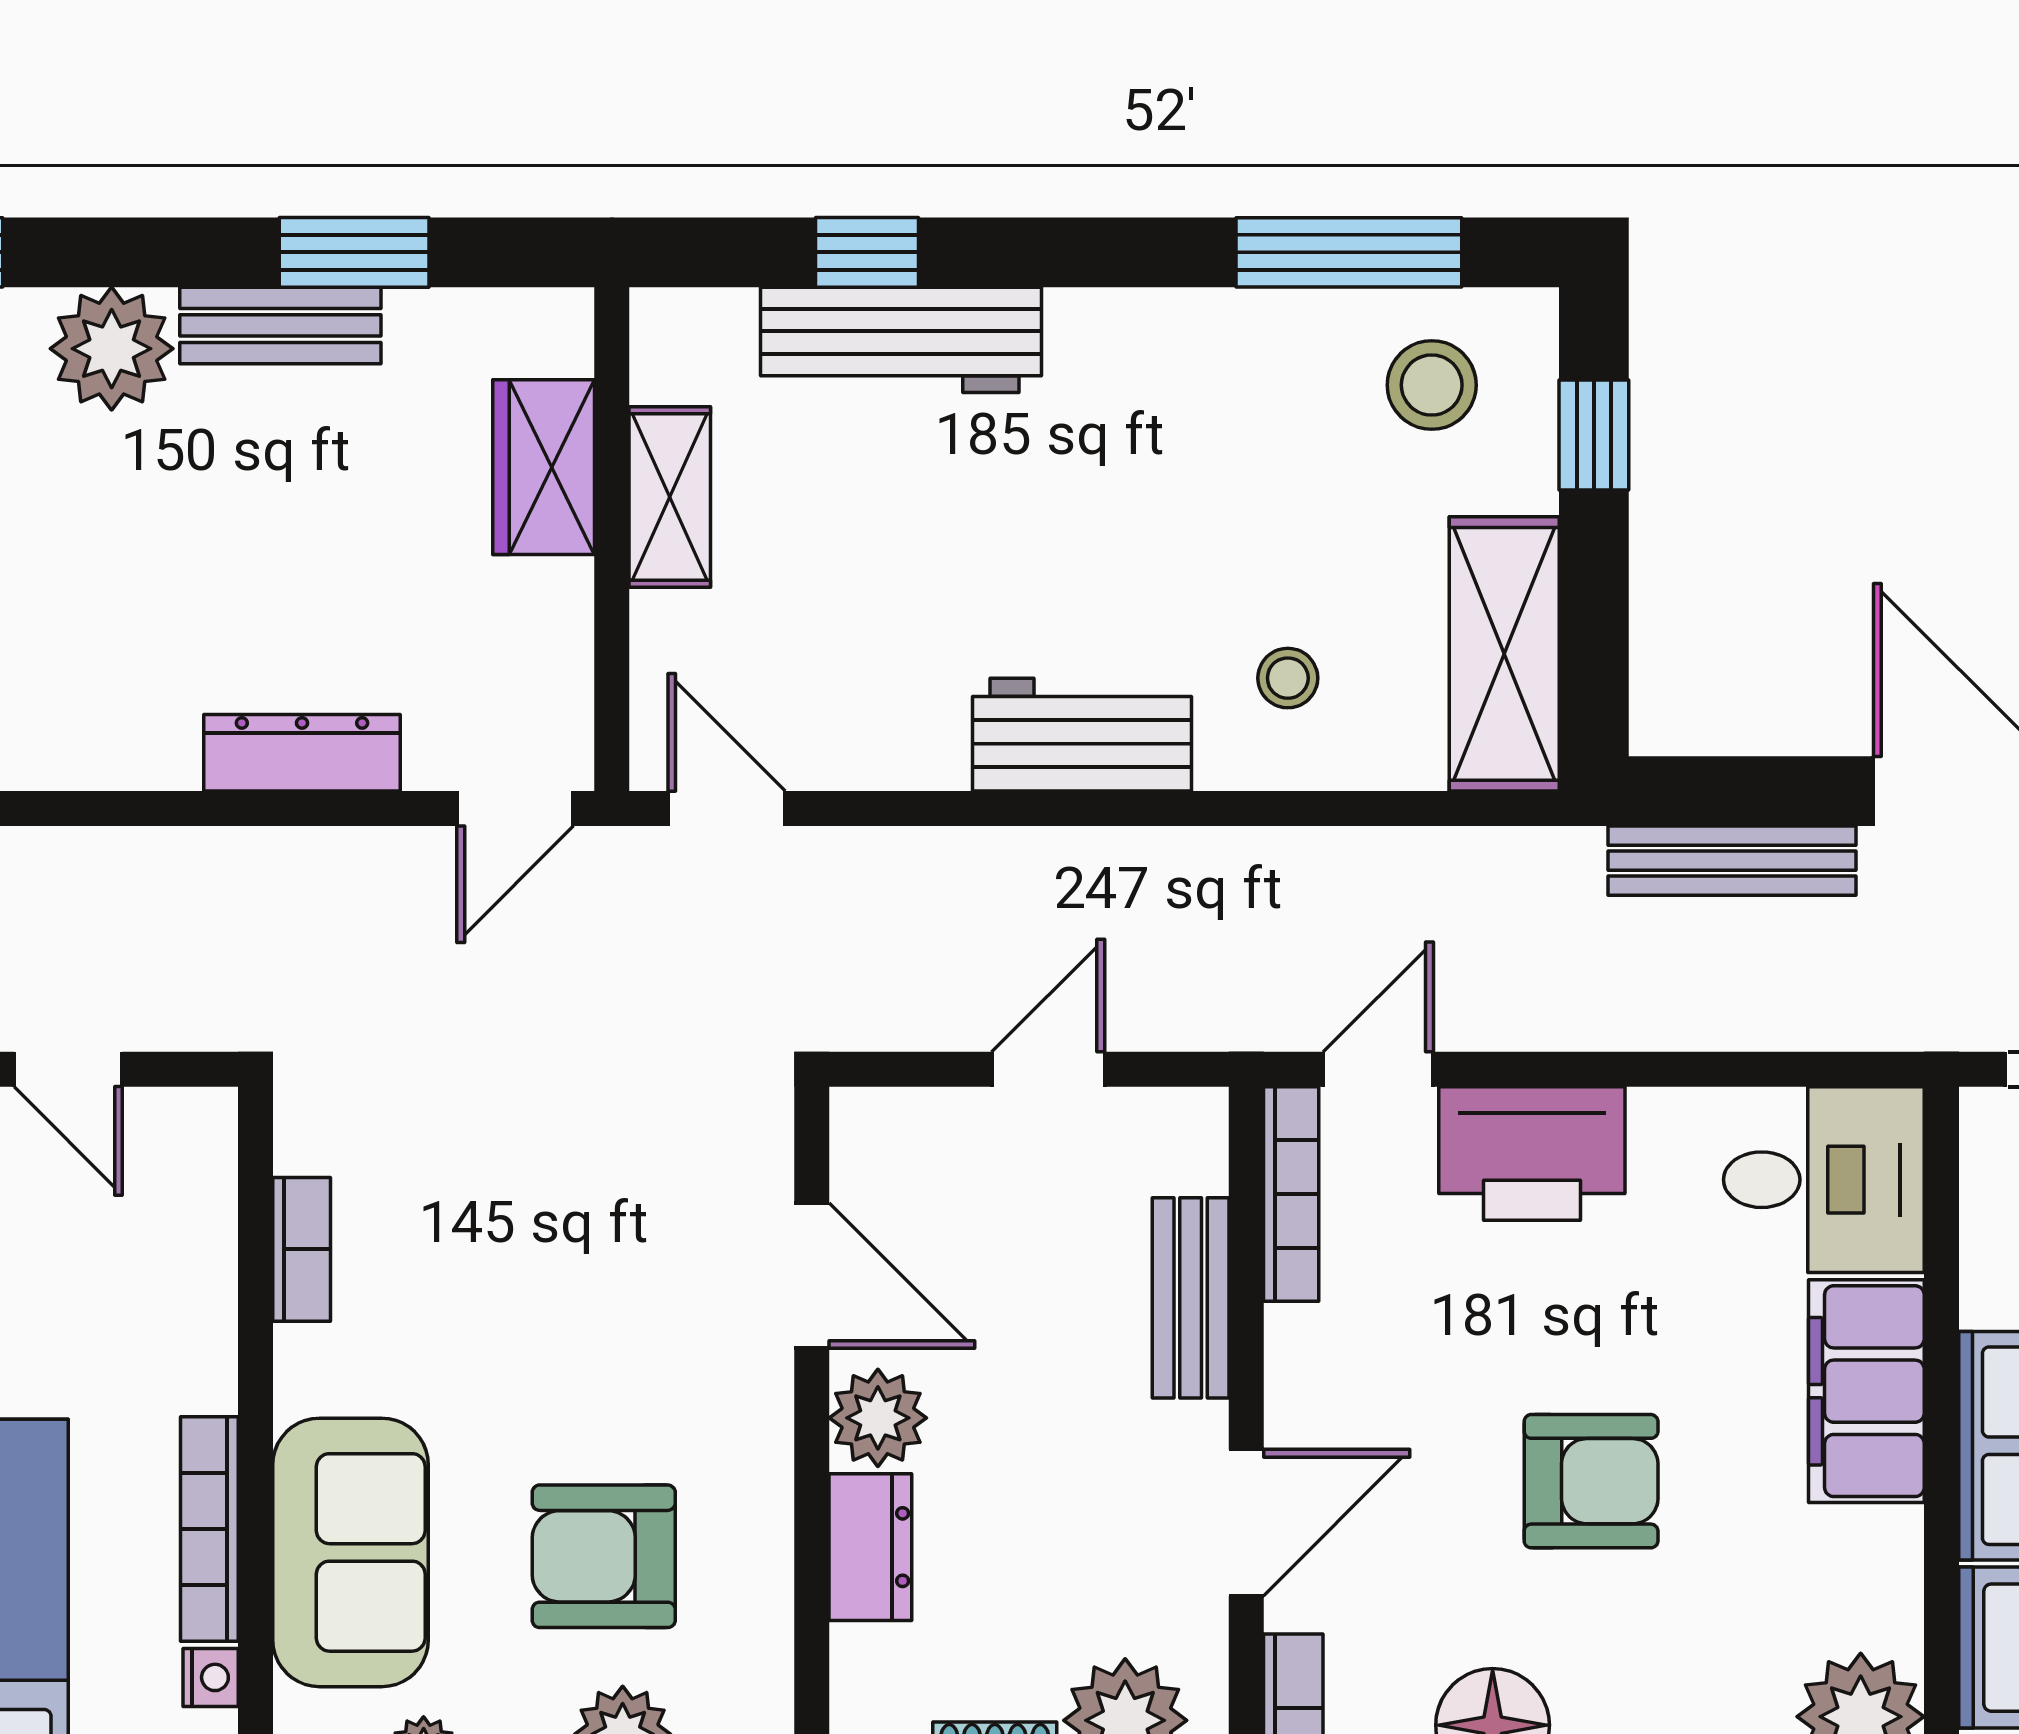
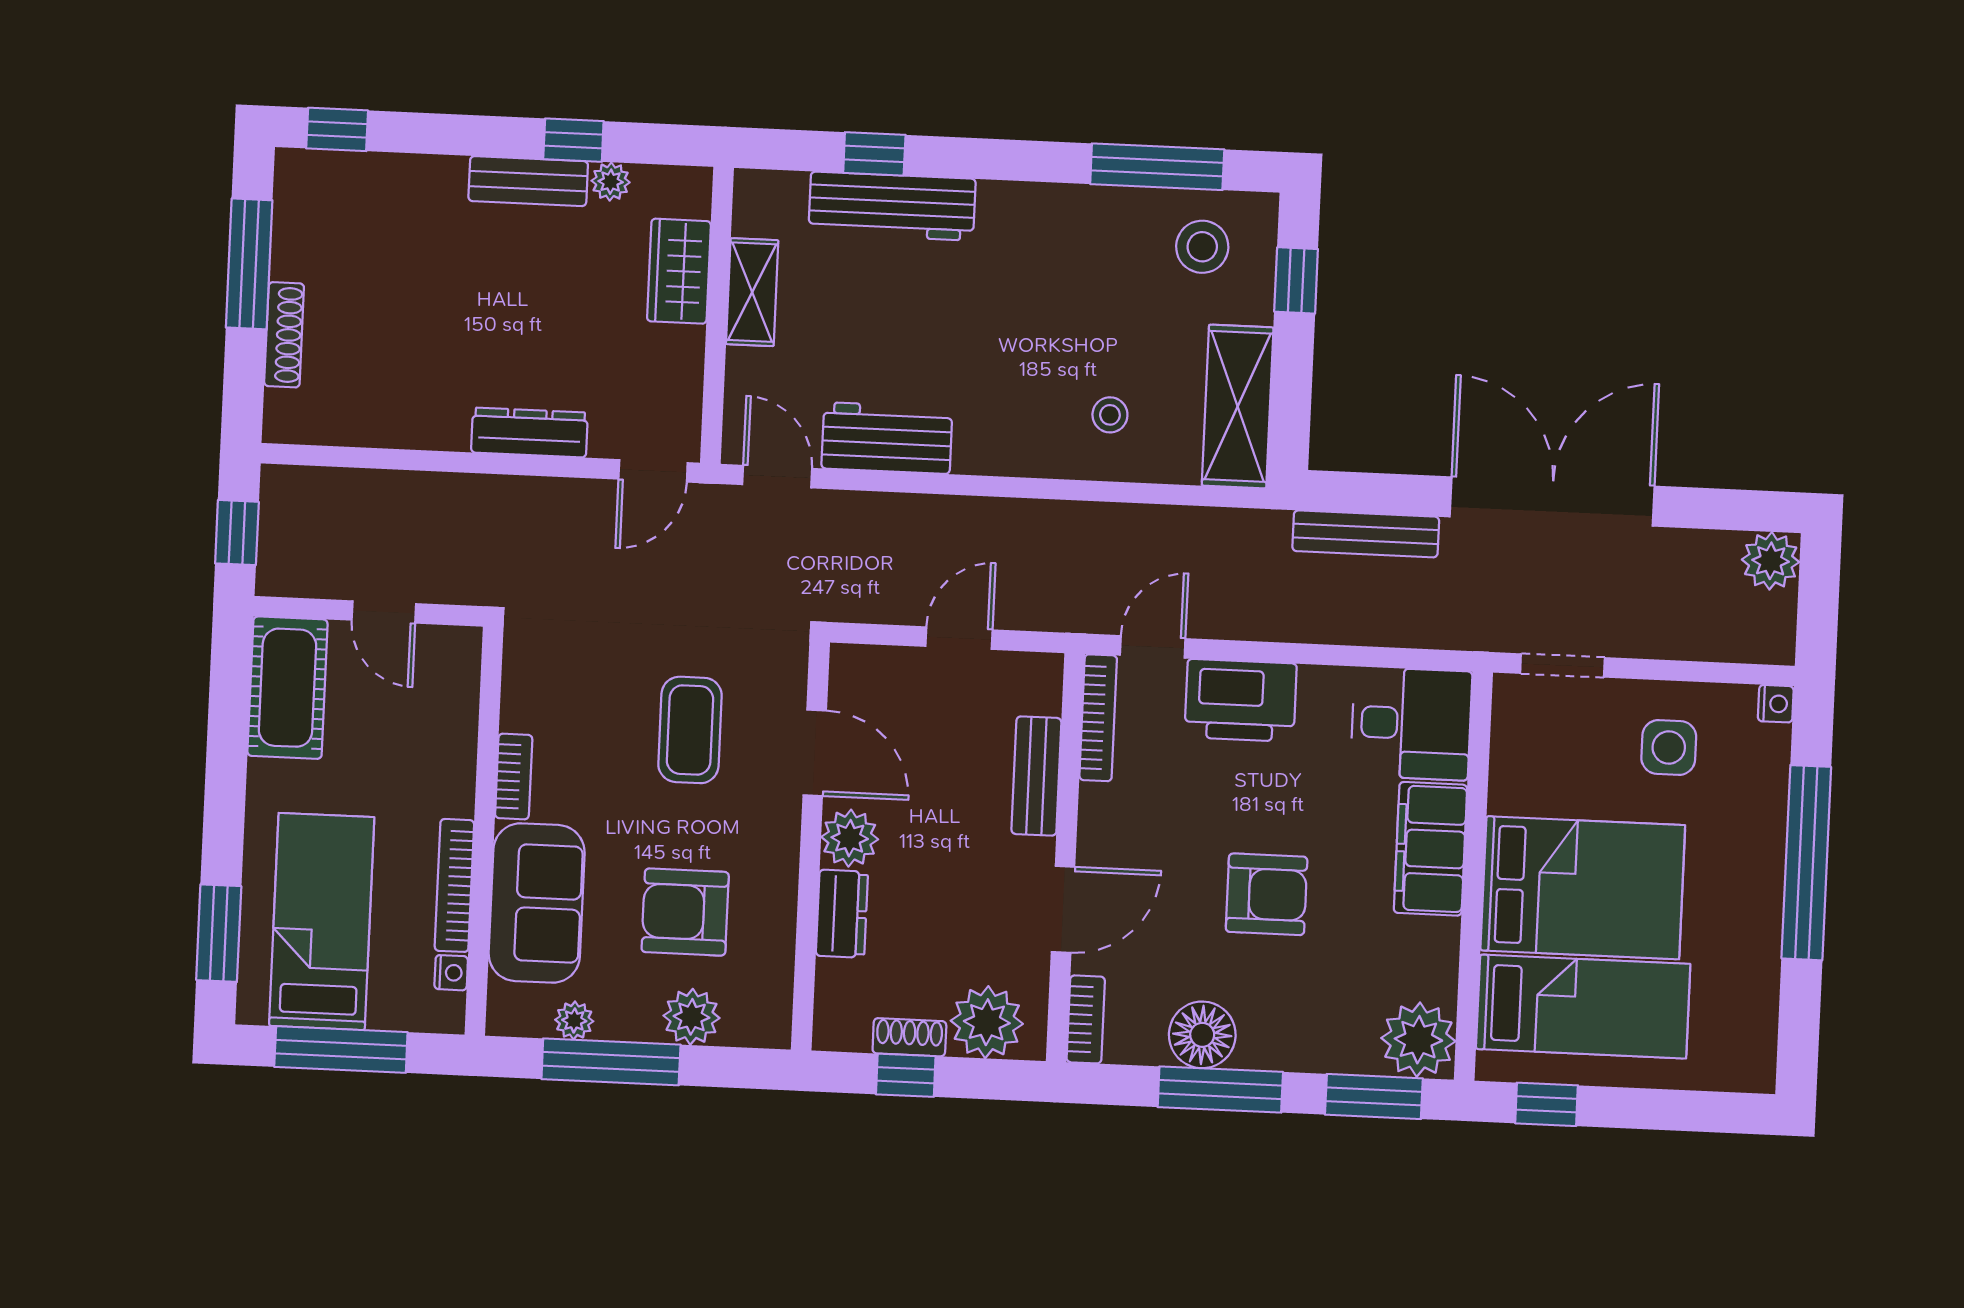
window: (354, 252) -> (573, 140), width x0.67
plant: (112, 349) -> (611, 182), moved, width x0.53, depth x0.53
workbench: (1082, 735) -> (887, 438), moved
coffee table: (598, 1246) -> (690, 730), added
bookcase: (302, 1249) -> (514, 777), moved

